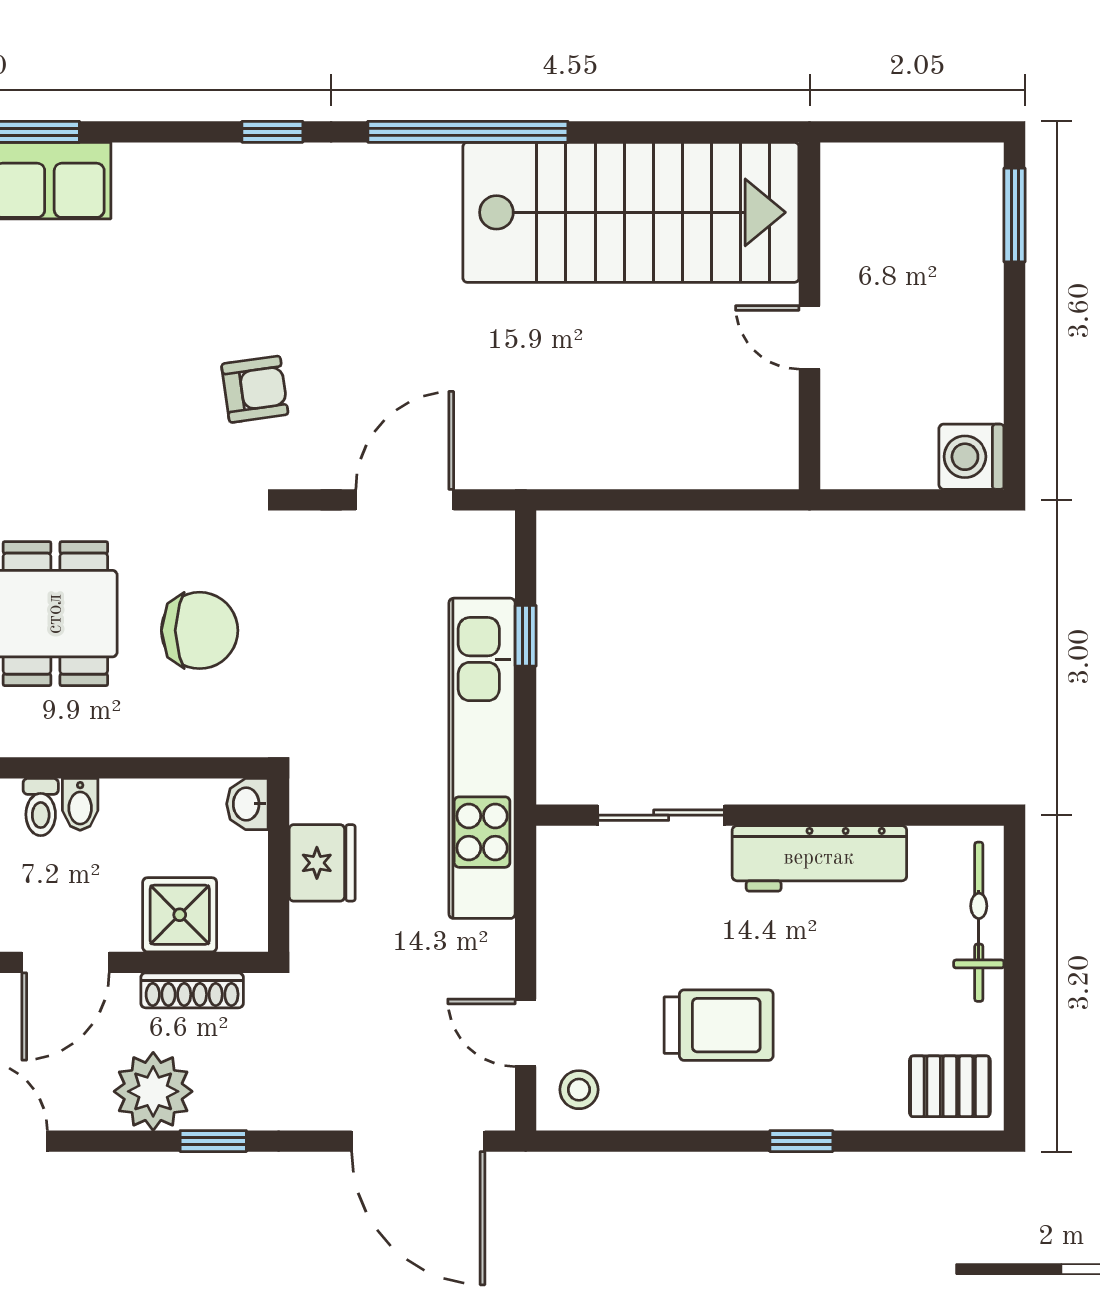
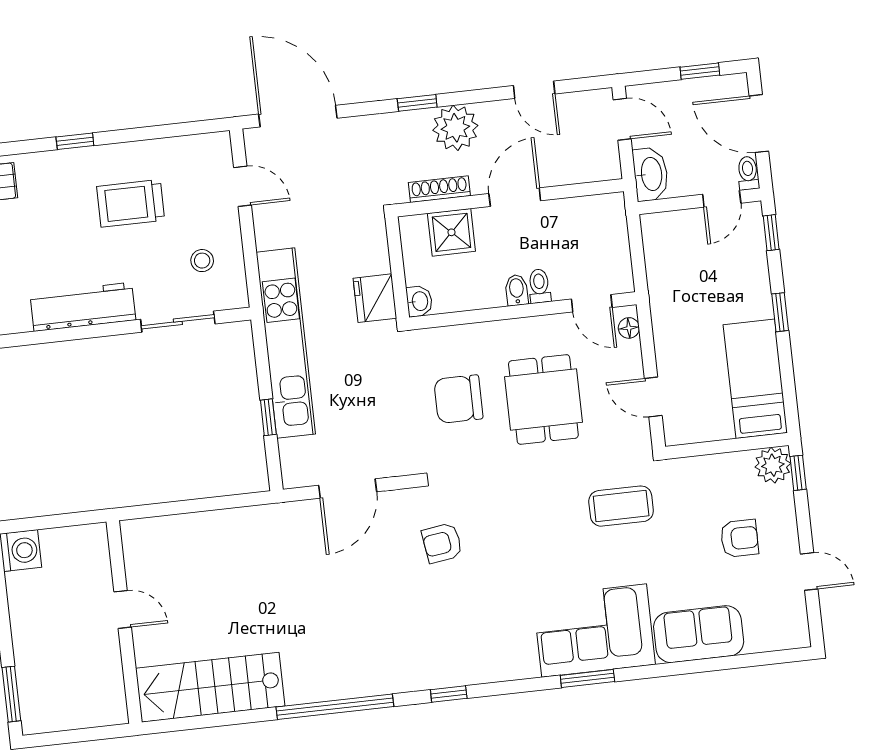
stairs: (631, 212) -> (210, 687), width x0.73, depth x0.66
fridge: (322, 863) -> (375, 298), moved
stool: (579, 1090) -> (202, 261), moved

